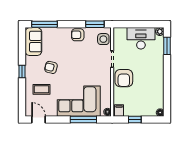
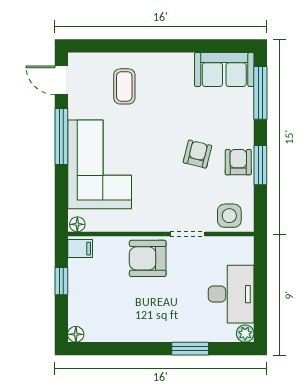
window: (95, 24) -> (260, 165), moved
window: (167, 46) -> (190, 349), moved
armchair: (51, 67) -> (197, 154), moved
window: (22, 71) -> (162, 46), removed
door: (39, 120) -> (61, 80), swing flipped
window: (83, 120) -> (61, 137), moved

